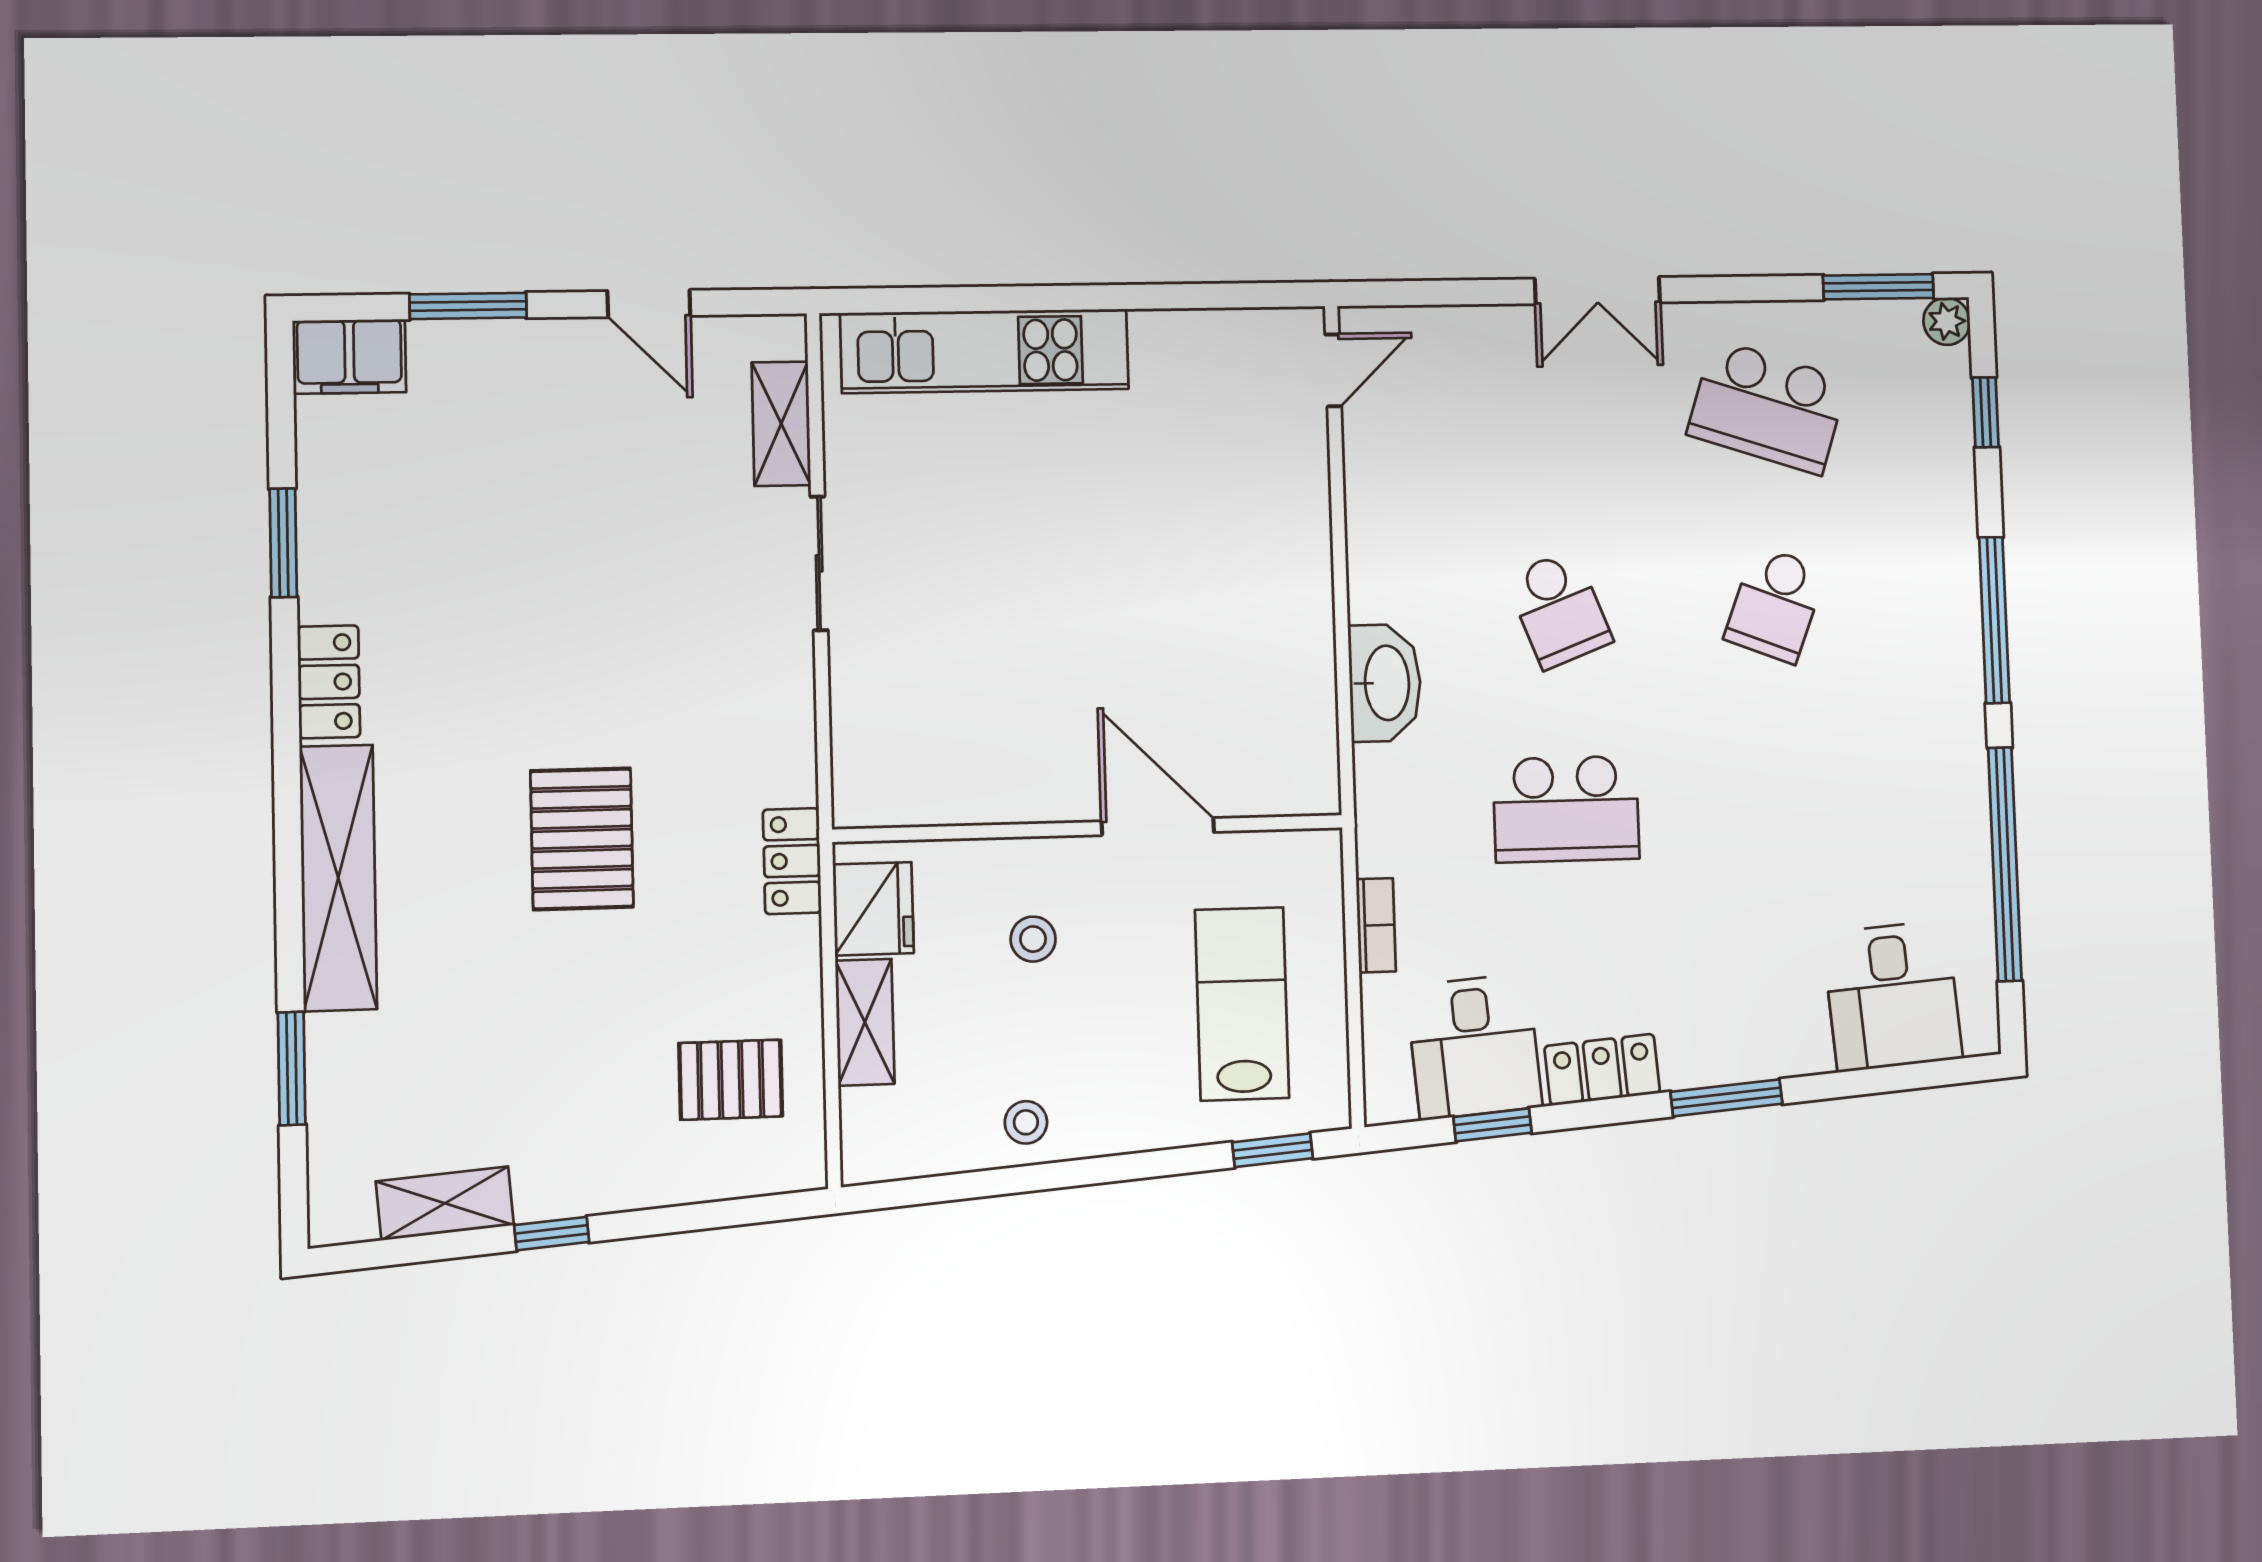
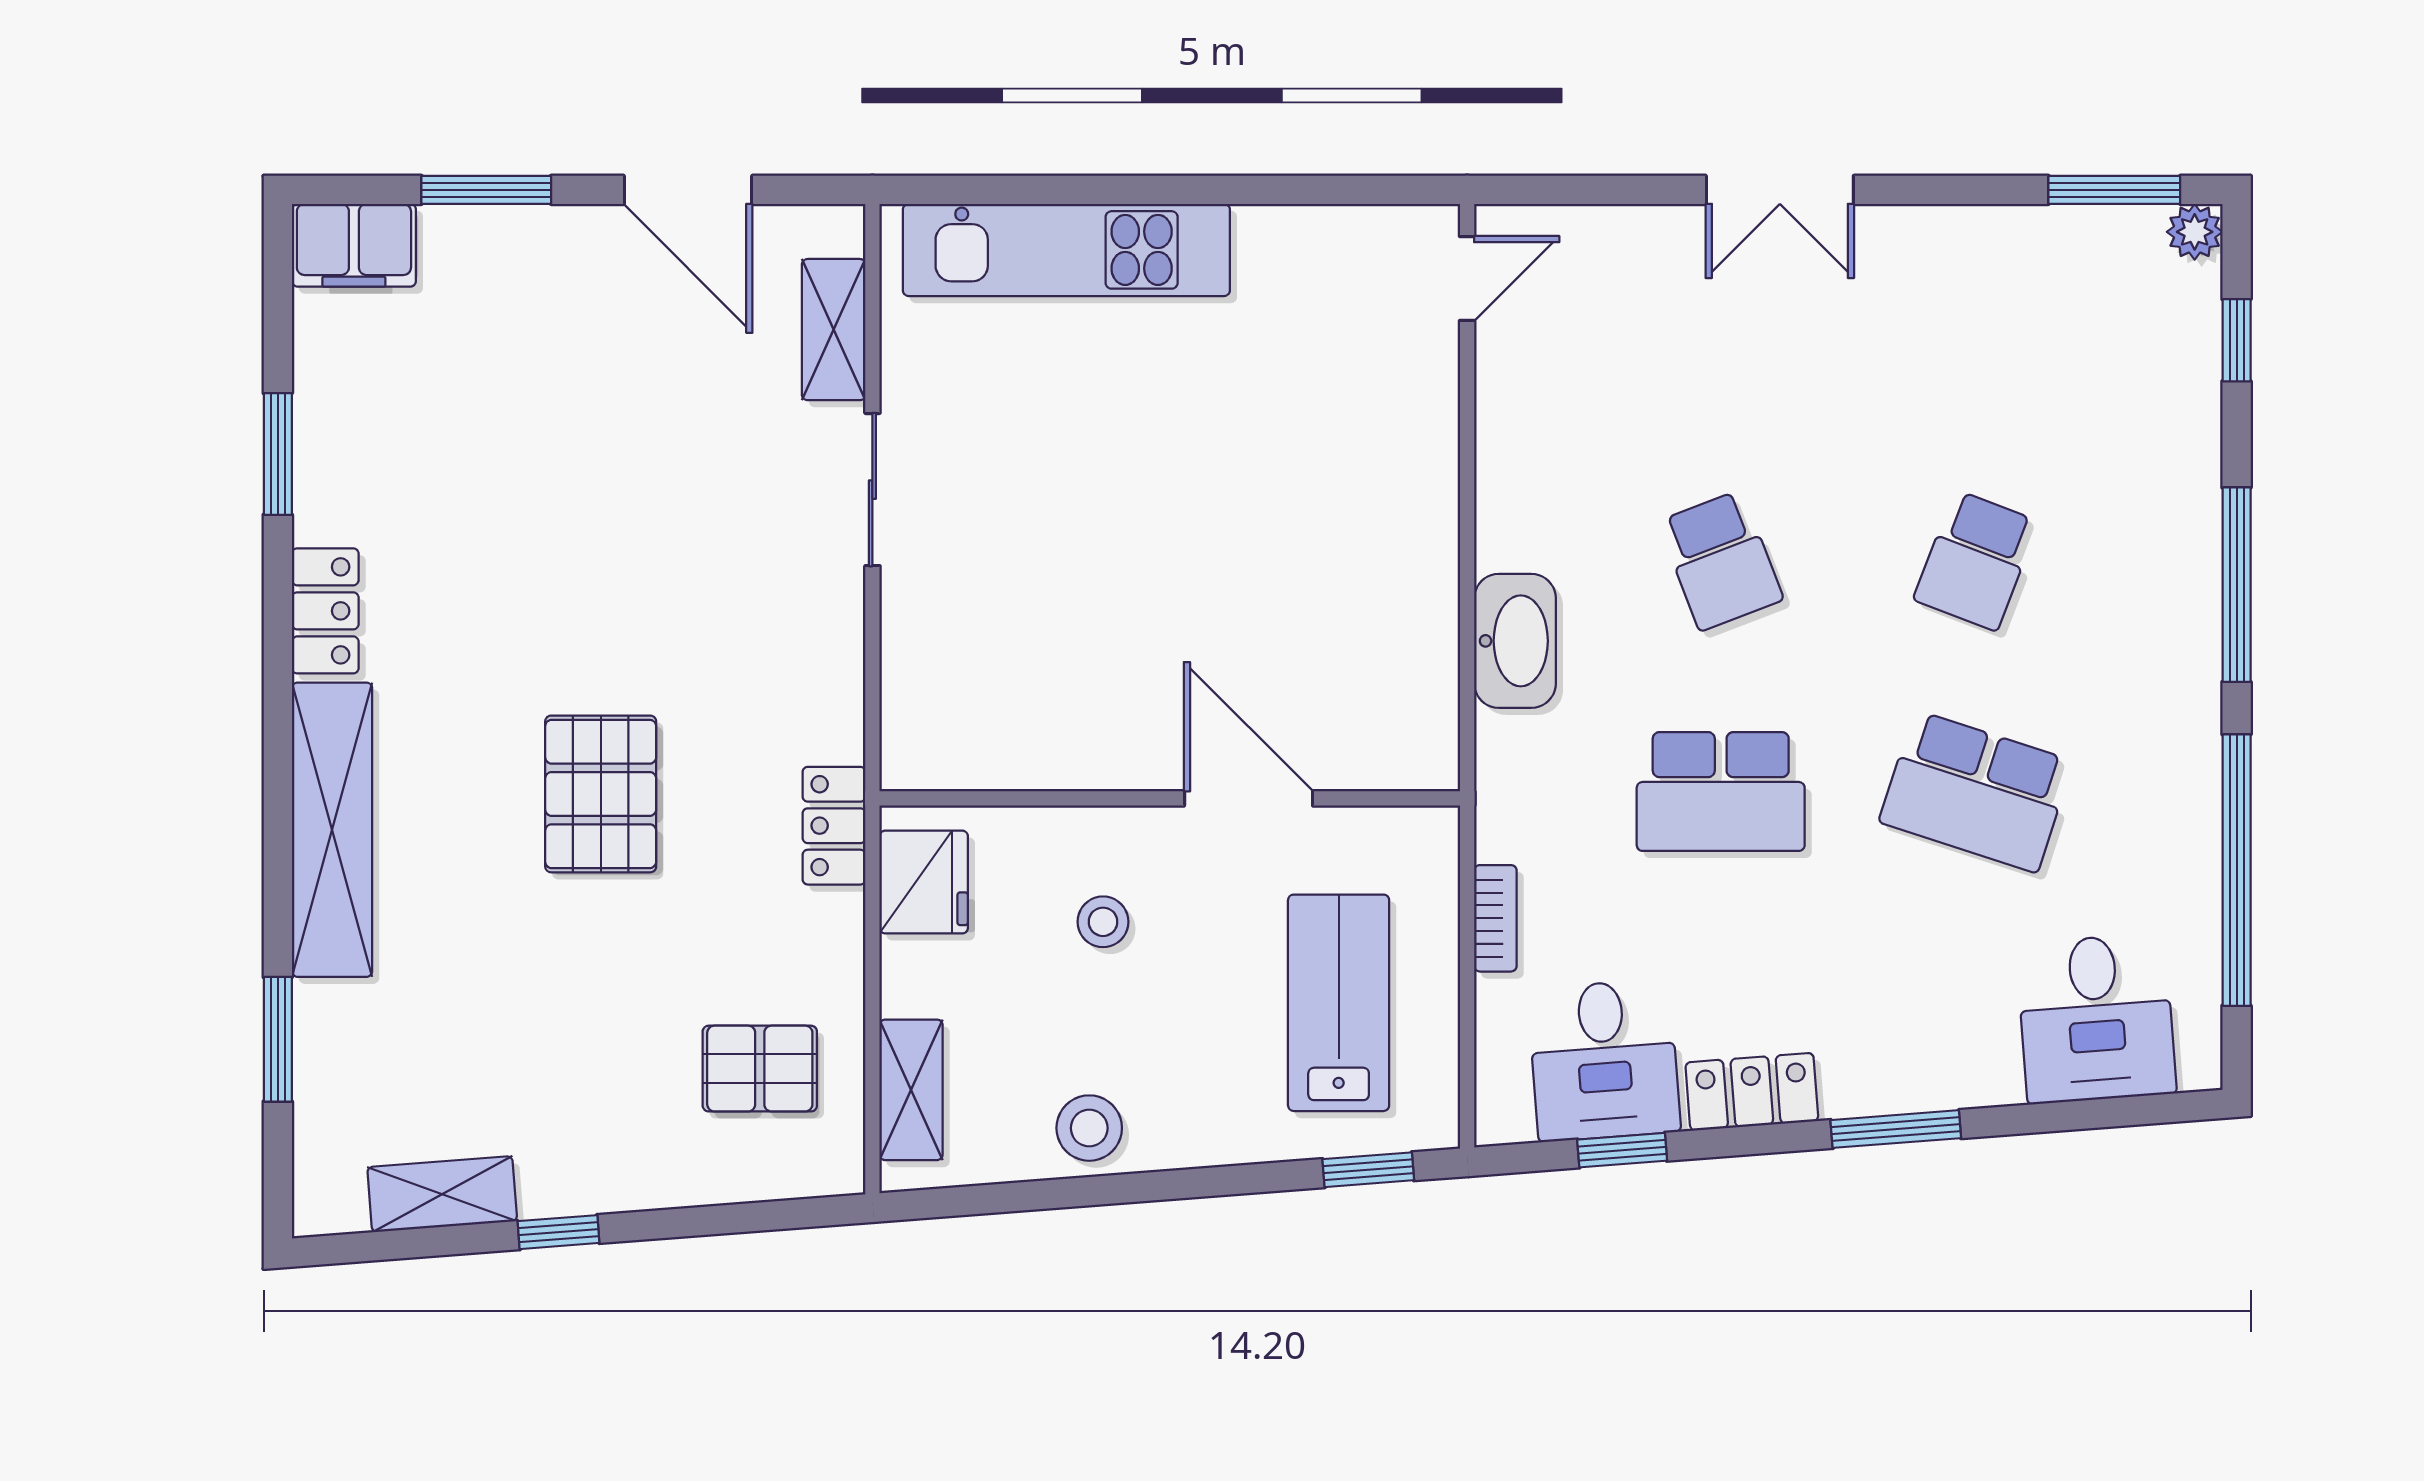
door: (649, 303) -> (688, 190), width x1.38
school desk: (1767, 407) -> (1976, 791), moved
shelving: (865, 1022) -> (911, 1090), moved
stool: (1026, 1122) -> (1089, 1128), width x1.37, depth x1.37

